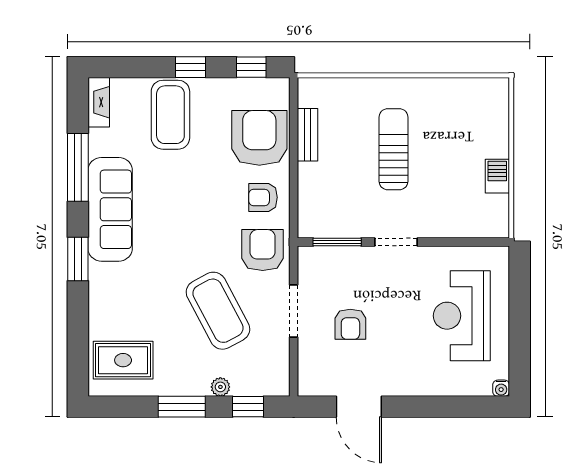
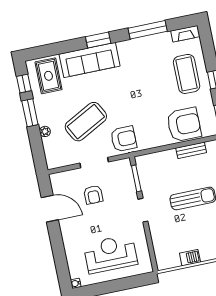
coffee table: (170, 115) -> (187, 74), turned 90
armchair: (263, 197) -> (152, 133), removed
sofa: (110, 209) -> (90, 60), moved
armchair: (350, 324) -> (93, 195), turned -90
window: (248, 407) -> (24, 84), moved
door: (359, 407) -> (50, 209), swing flipped

